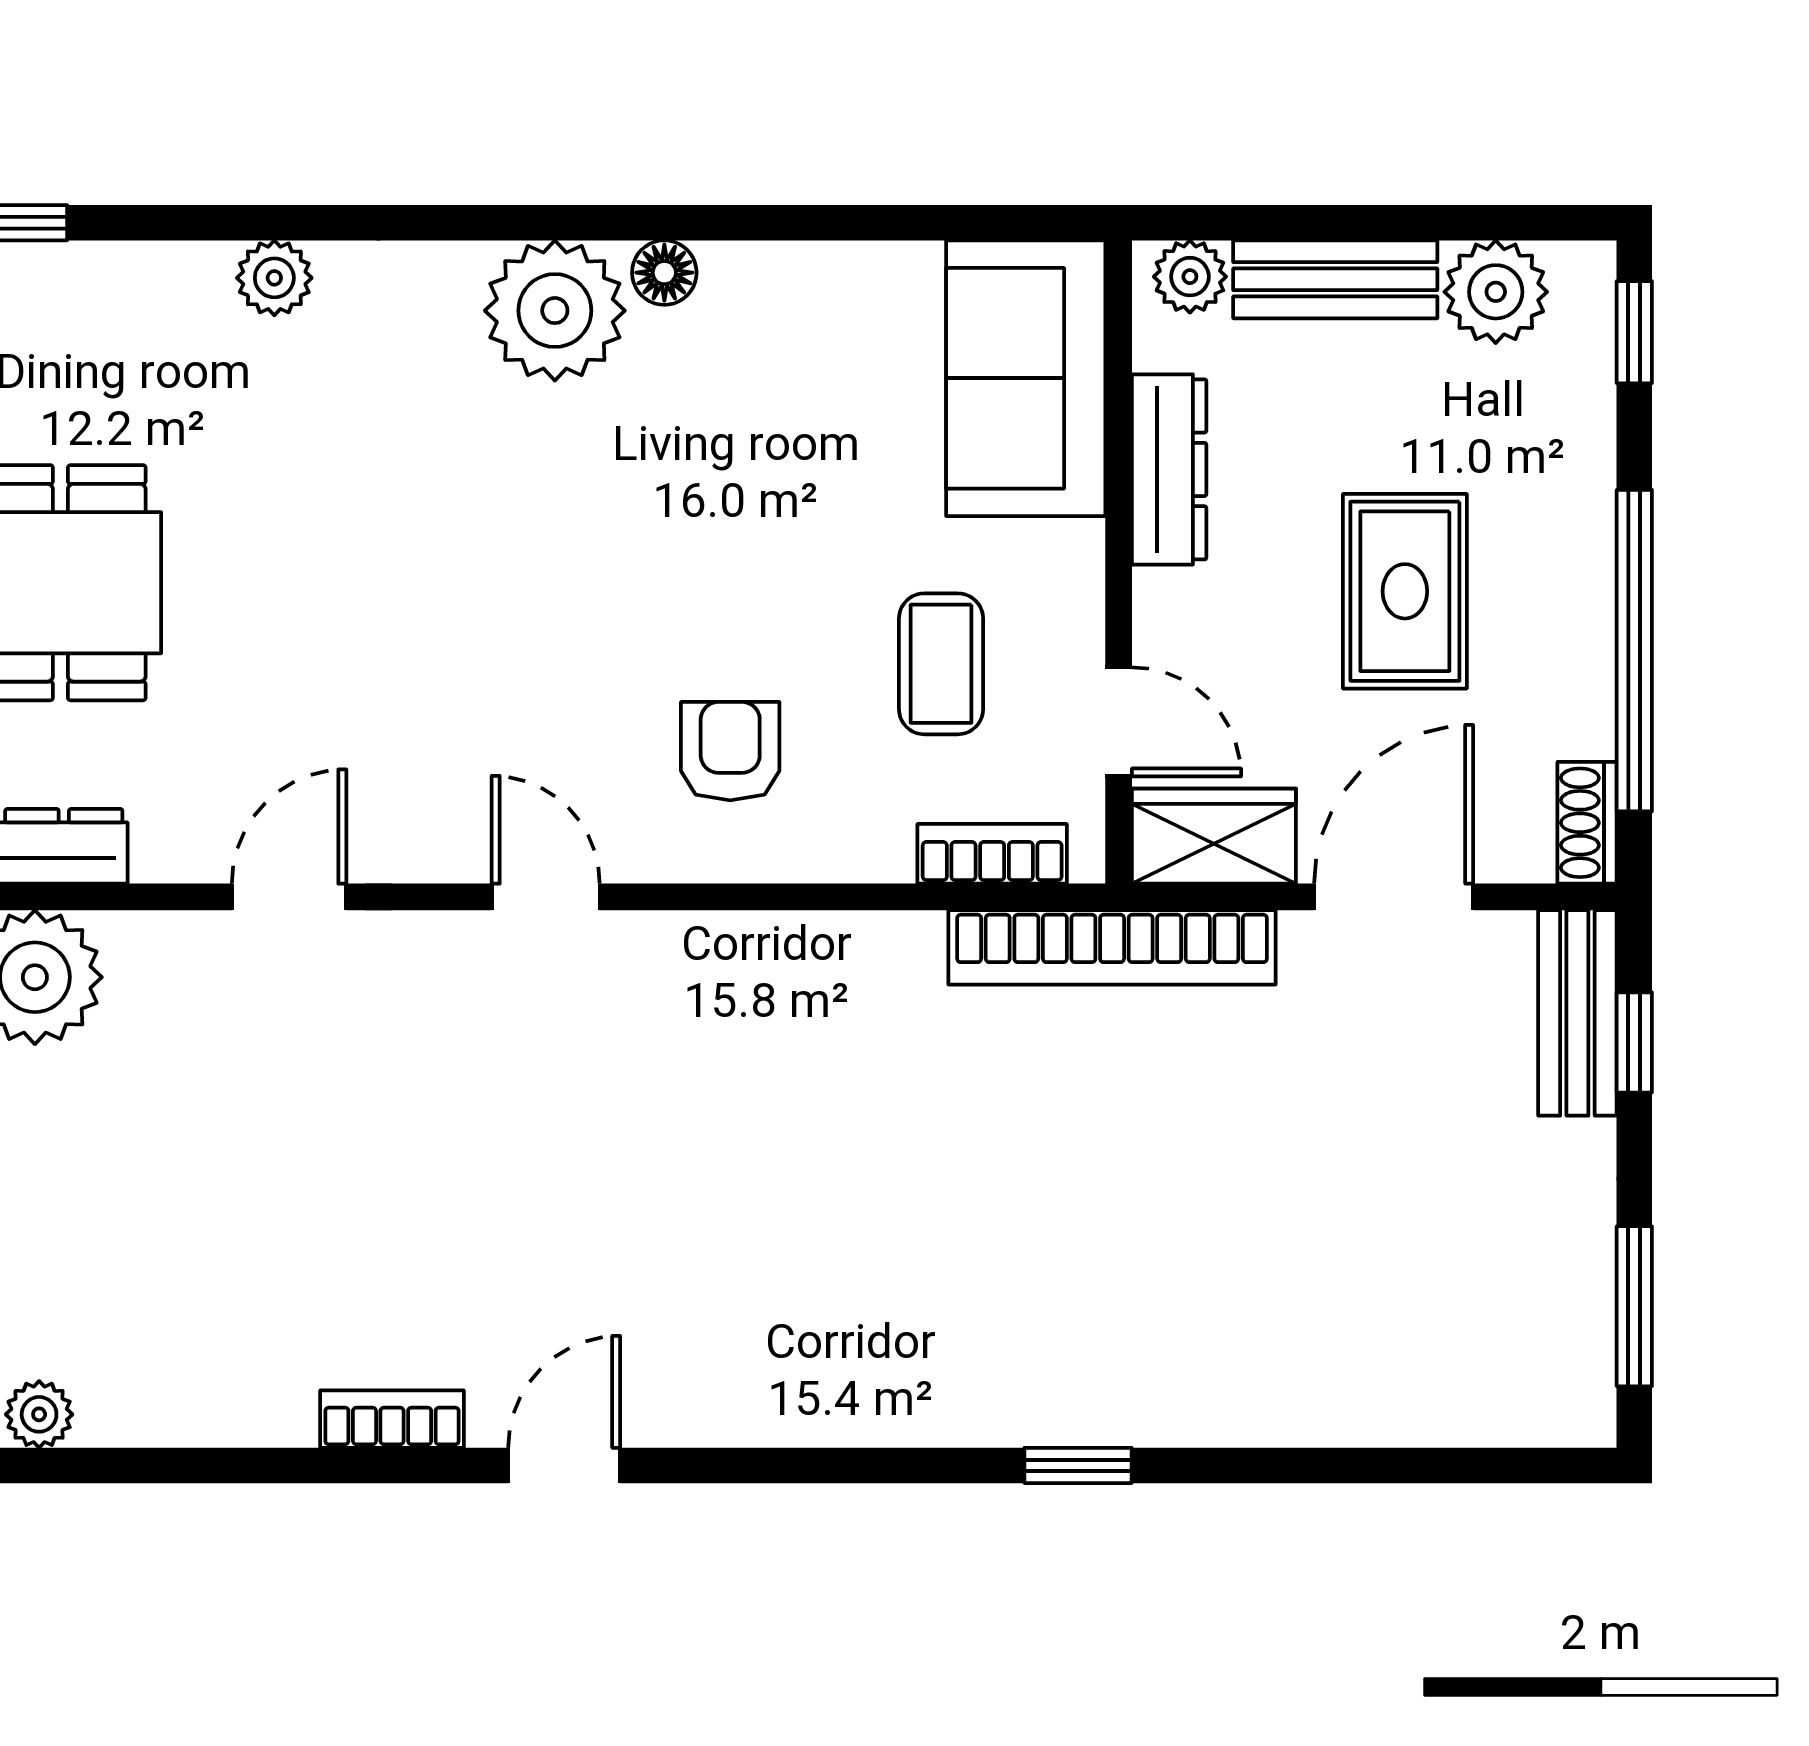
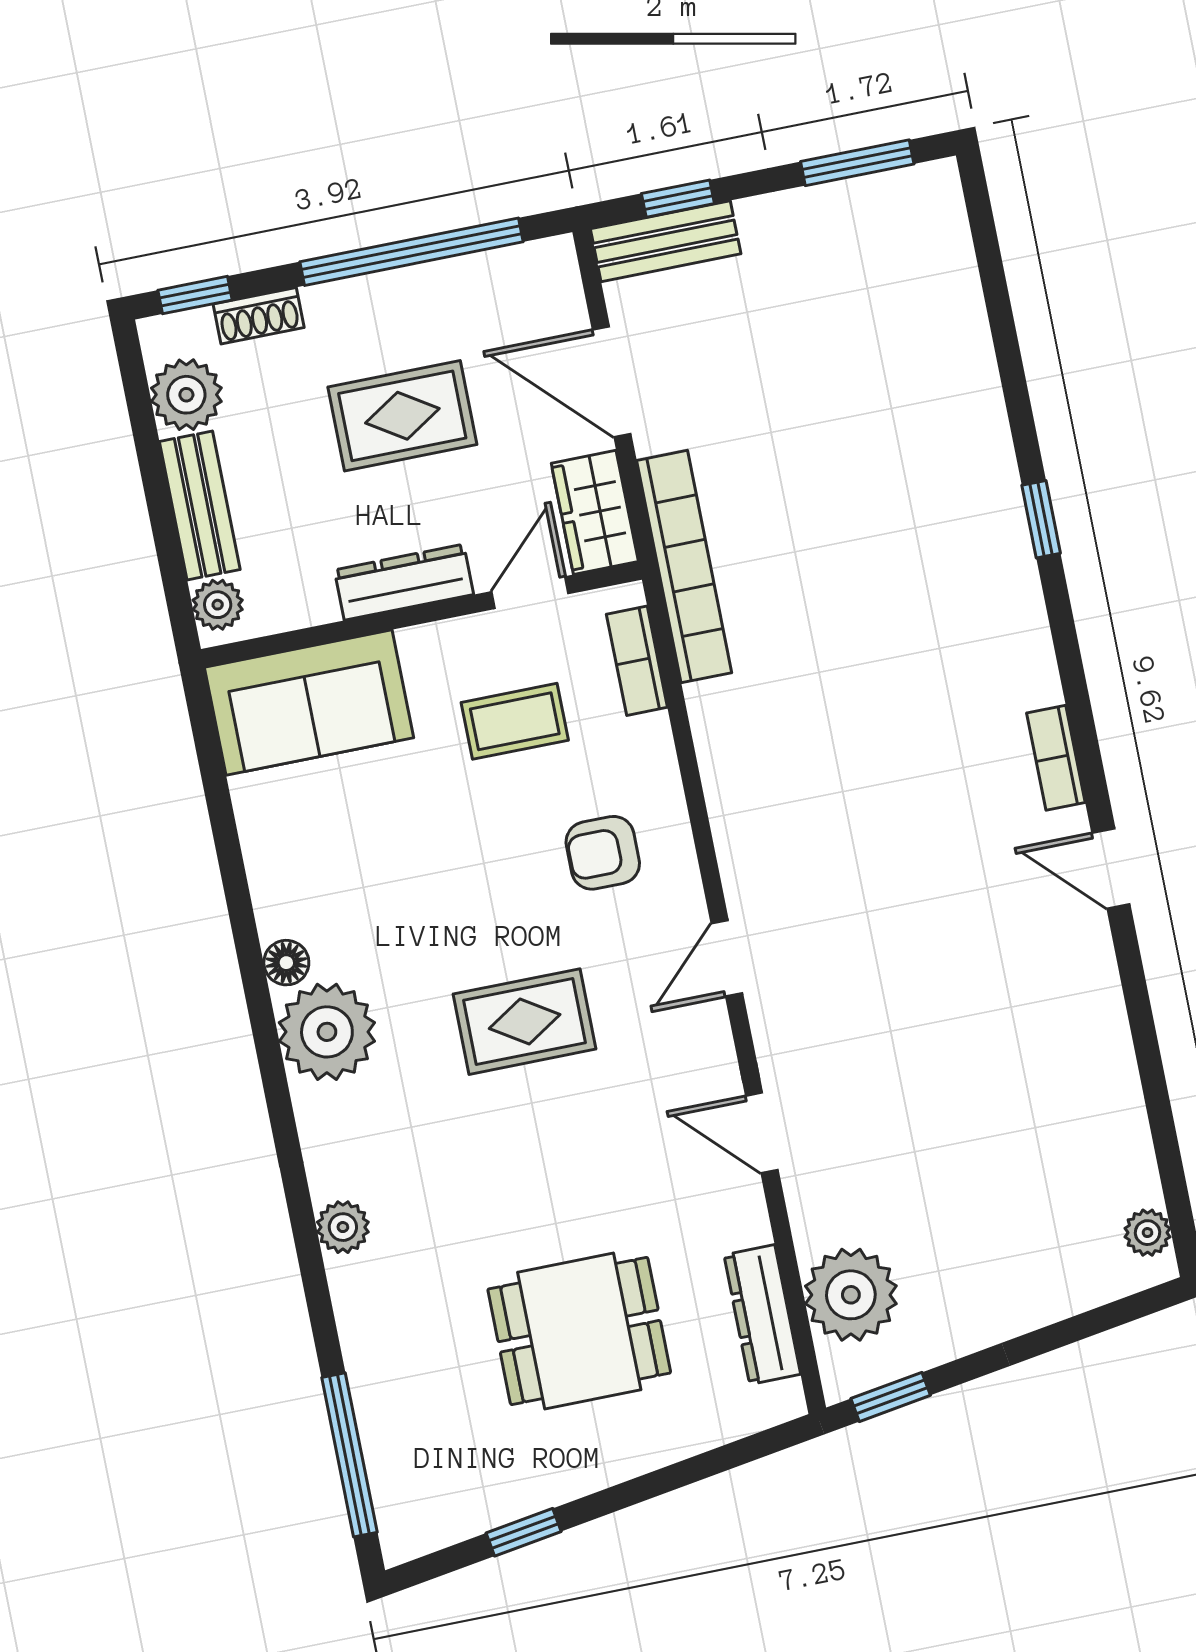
dresser: (1169, 469) -> (404, 582), moved
rug: (514, 593) -> (525, 1022), added
shoe rack: (1587, 823) -> (259, 316), moved
bookcase: (392, 1419) -> (1056, 758), moved

